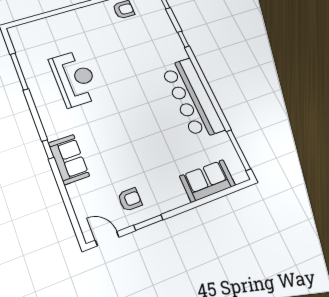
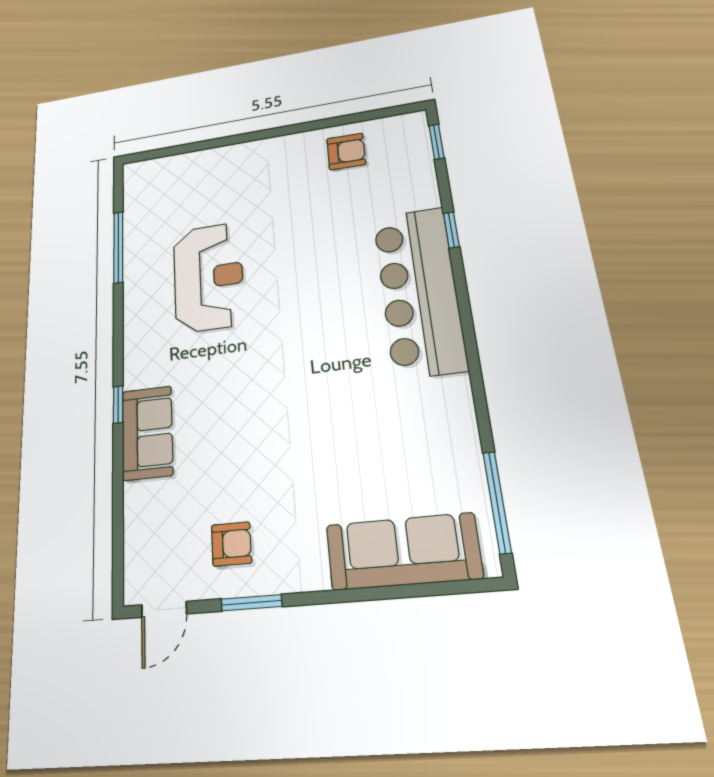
bar counter: (192, 98) -> (419, 291), moved
sofa: (207, 181) -> (403, 551), width x1.36
door: (107, 239) -> (164, 609), swing flipped

